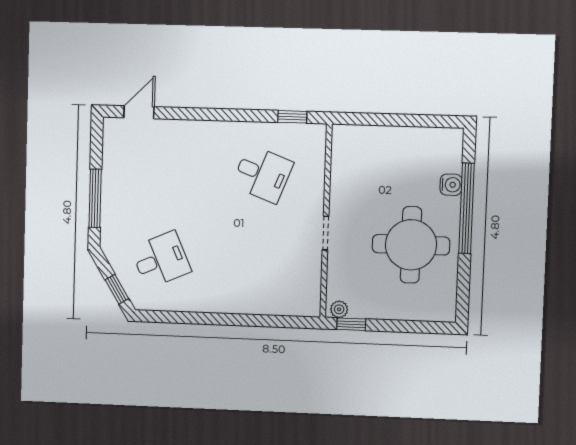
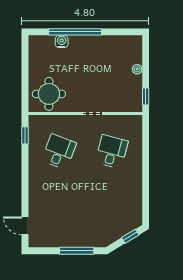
round table: (411, 245) -> (49, 94), moved, width x0.73, depth x0.73
desk: (161, 260) -> (112, 152), moved, turned 39
plant: (339, 309) -> (137, 69), moved

